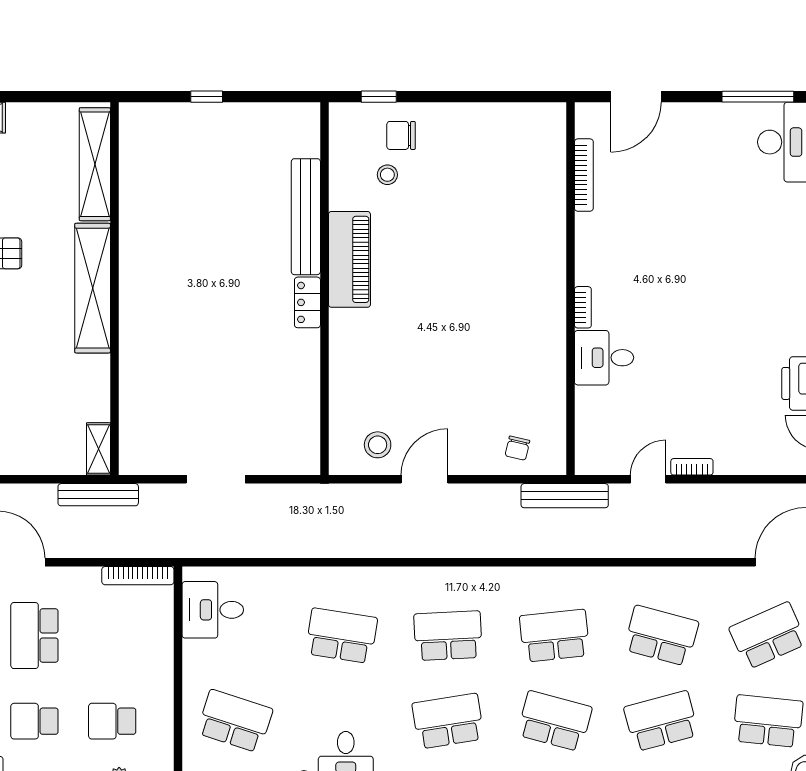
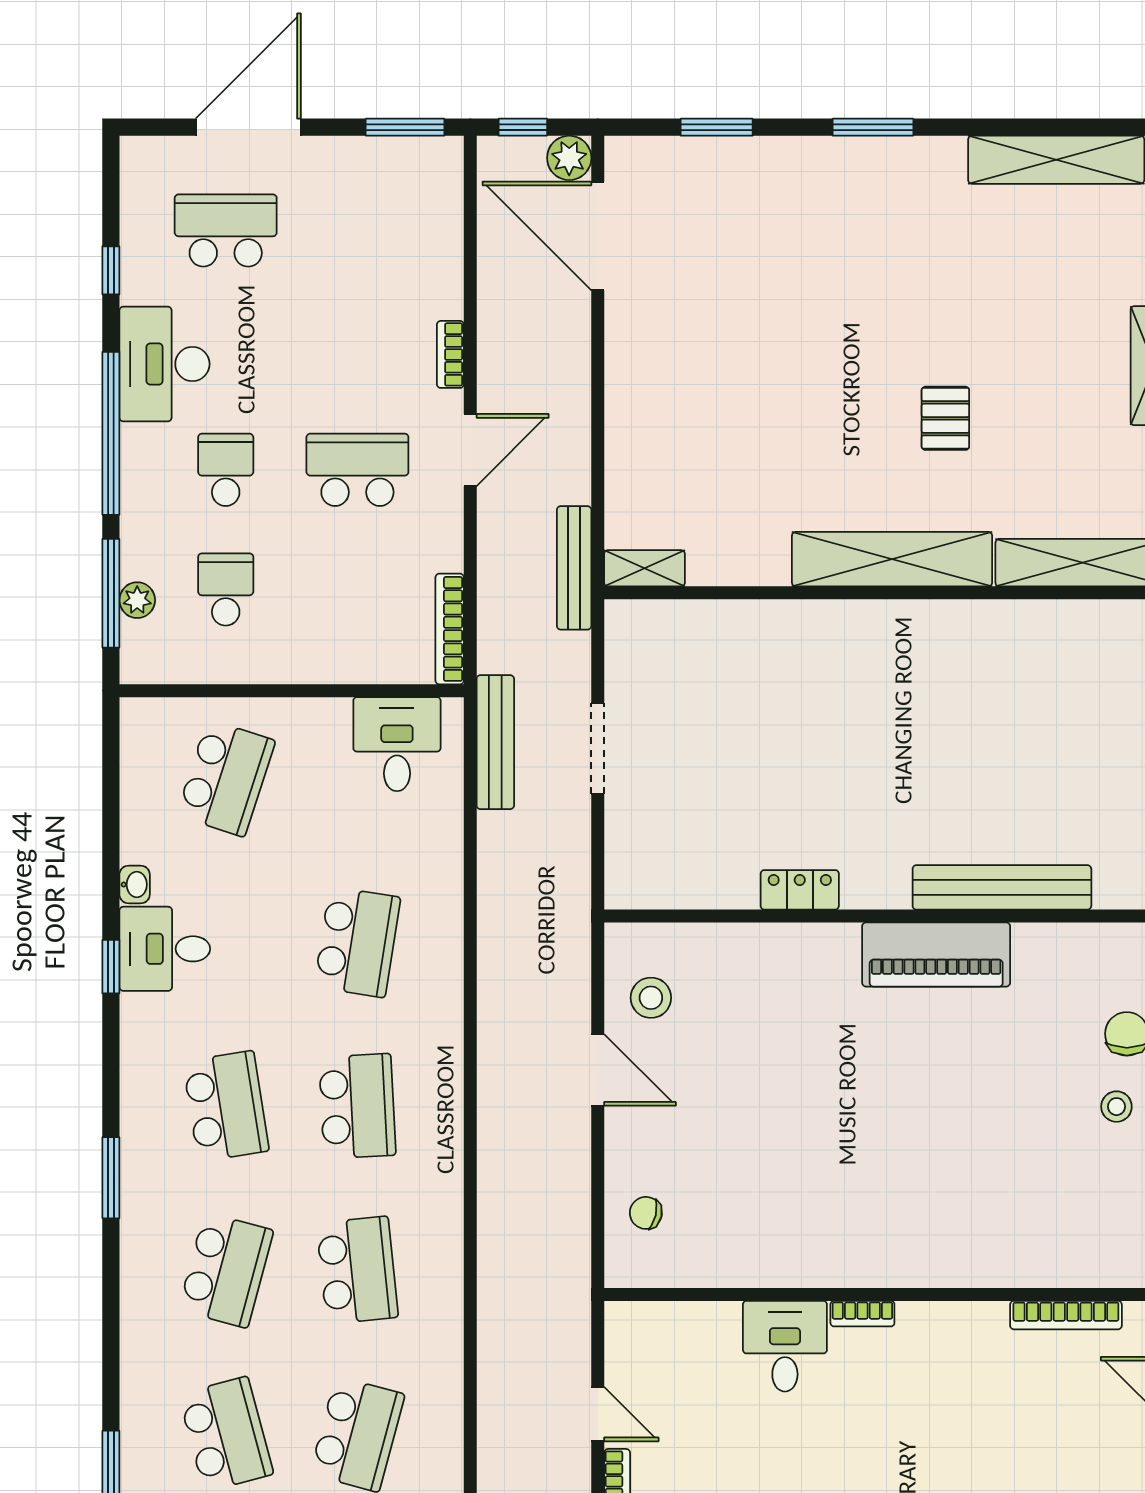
stool: (387, 175) -> (1116, 1107), moved
locker: (307, 302) -> (800, 890), moved
bench: (565, 496) -> (495, 742), moved

